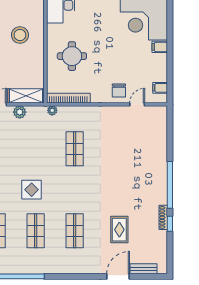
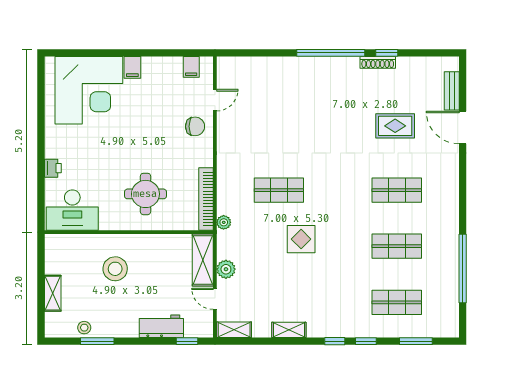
door: (137, 104) -> (215, 100), swing flipped
display table: (32, 190) -> (301, 239), moved

